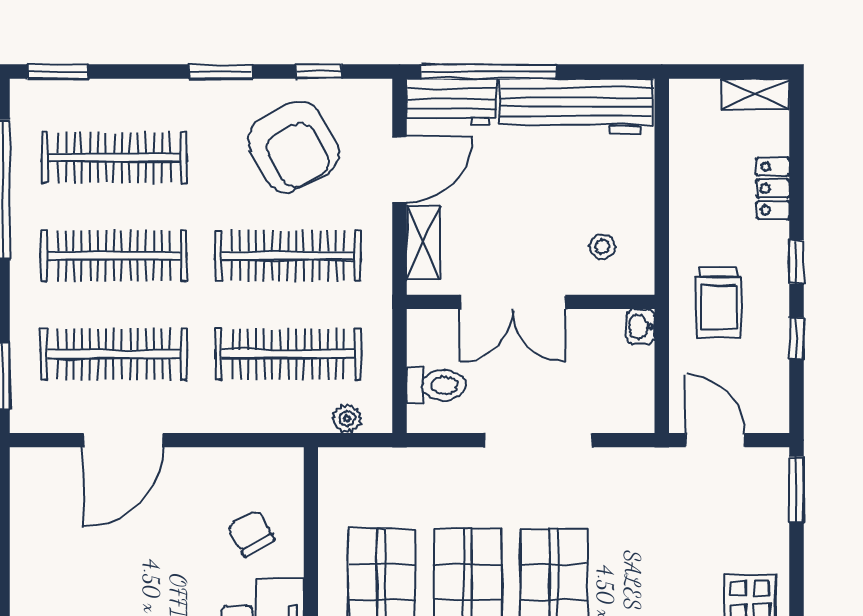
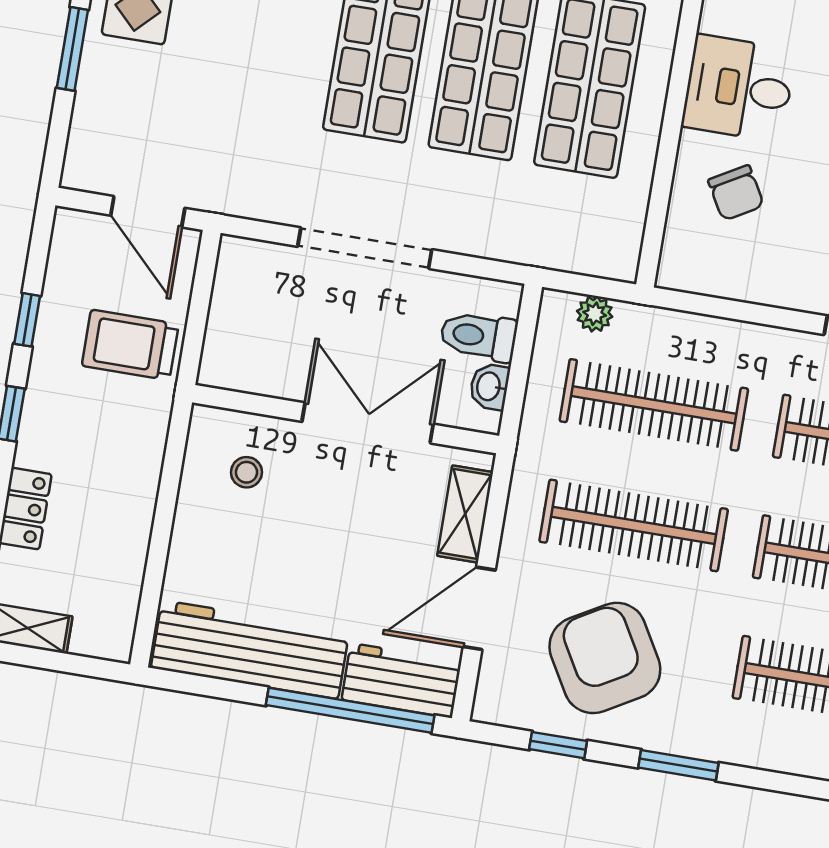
trolley: (719, 302) -> (130, 345), moved, turned -90
washbasin: (640, 327) -> (489, 386), moved, turned 180
window: (796, 490) -> (72, 49), moved

